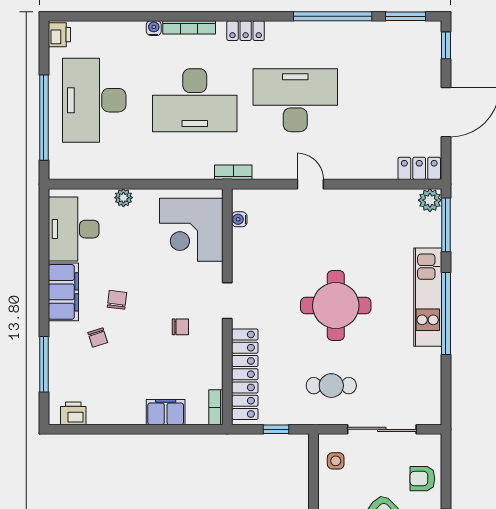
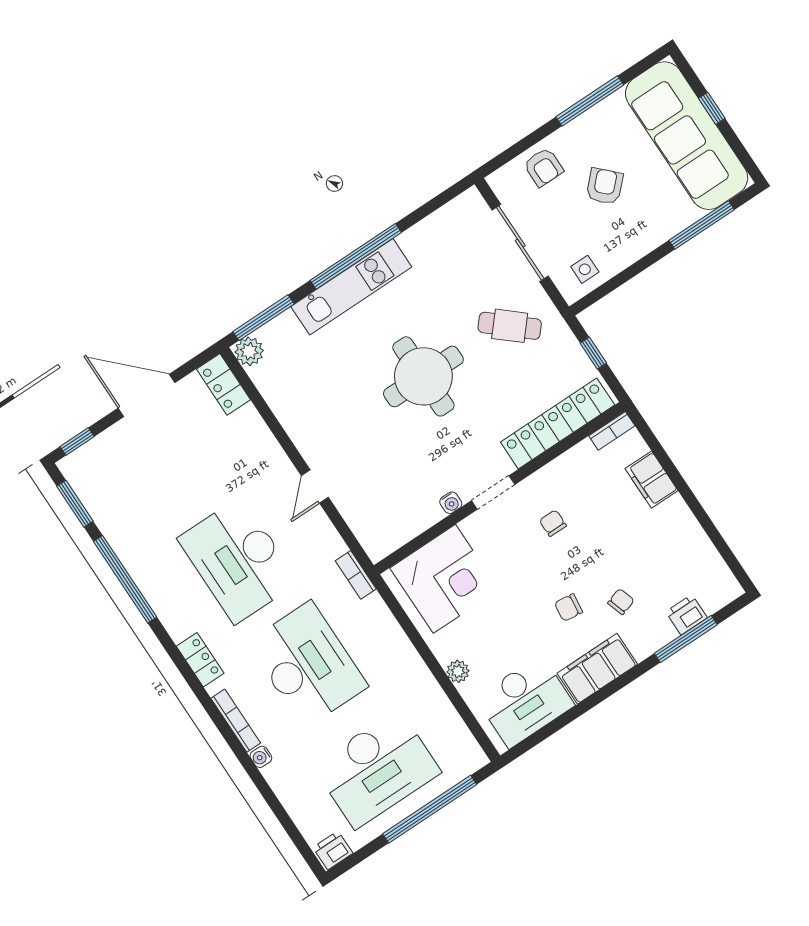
water cooler: (239, 219) -> (451, 503), moved
cafe table: (331, 386) -> (510, 326), turned -49
printer: (73, 413) -> (686, 615), moved, turned 90

